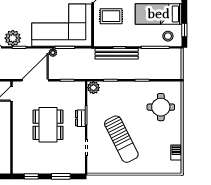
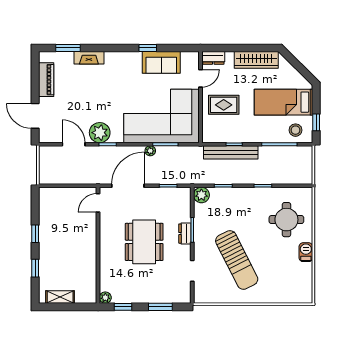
barbecue: (176, 153) -> (306, 252), moved
plant: (17, 169) -> (105, 298), added

